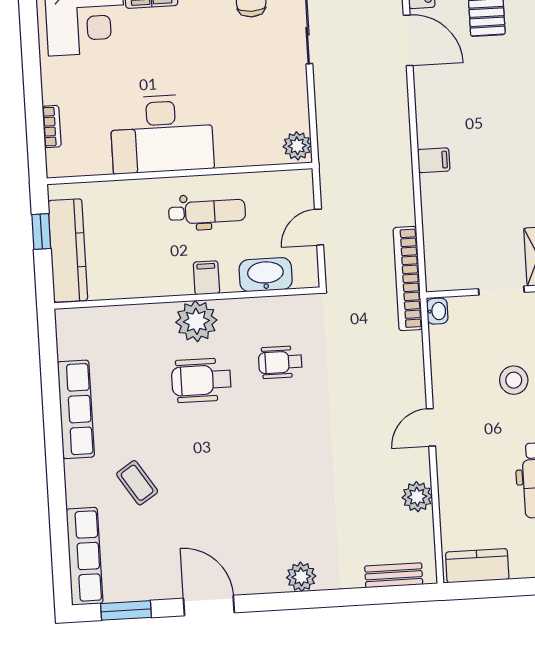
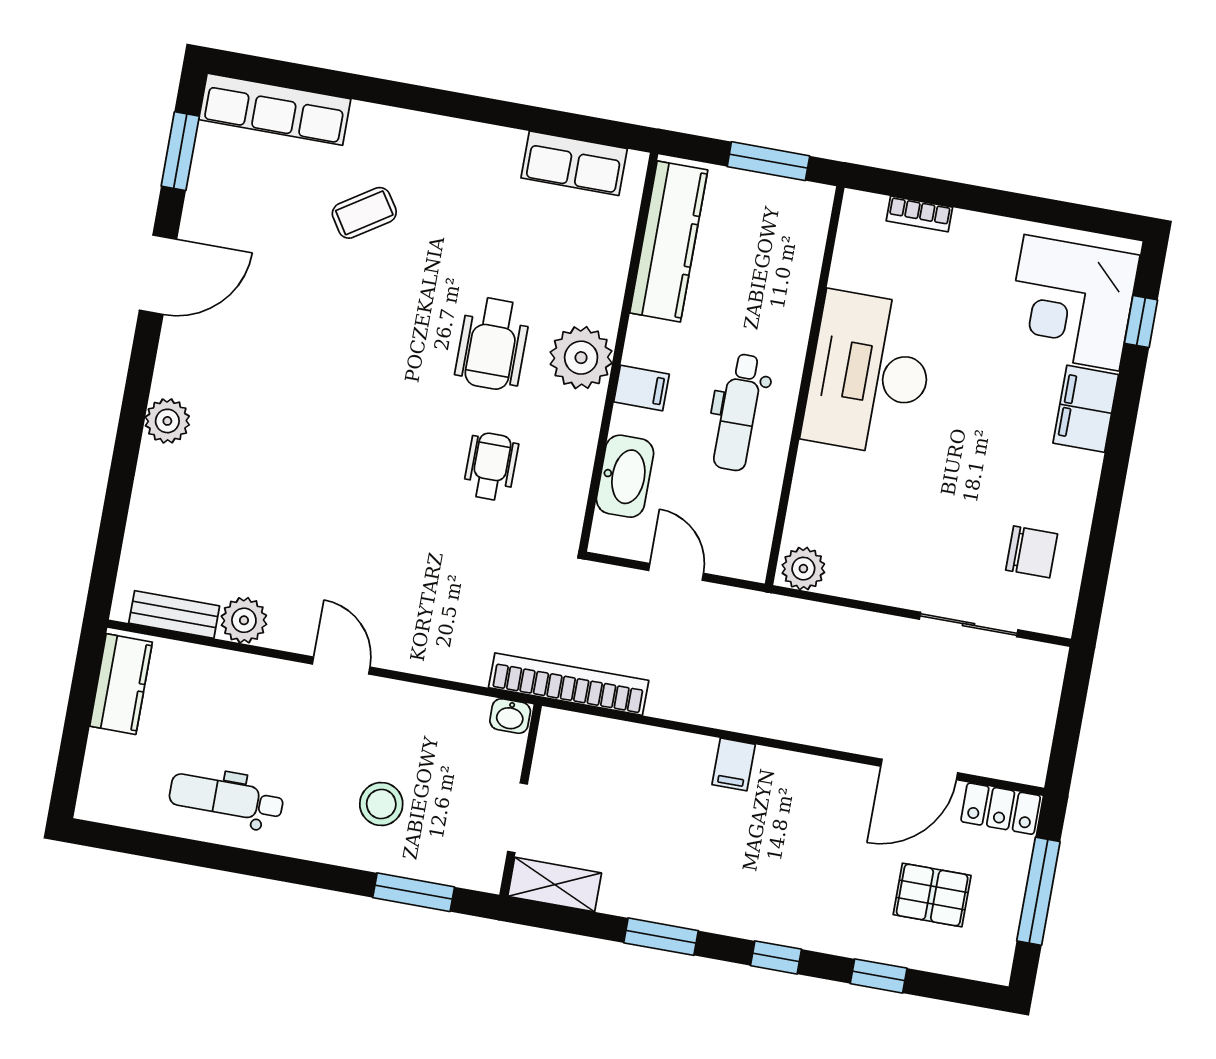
window: (41, 232) -> (768, 161), width x1.50
kitchen counter: (68, 251) -> (669, 241), moved, turned -90
wheelchair: (201, 380) -> (492, 344), turned 180
row of seats: (76, 409) -> (574, 163), moved, width x0.68
bench: (394, 575) -> (174, 614), moved, turned 90

